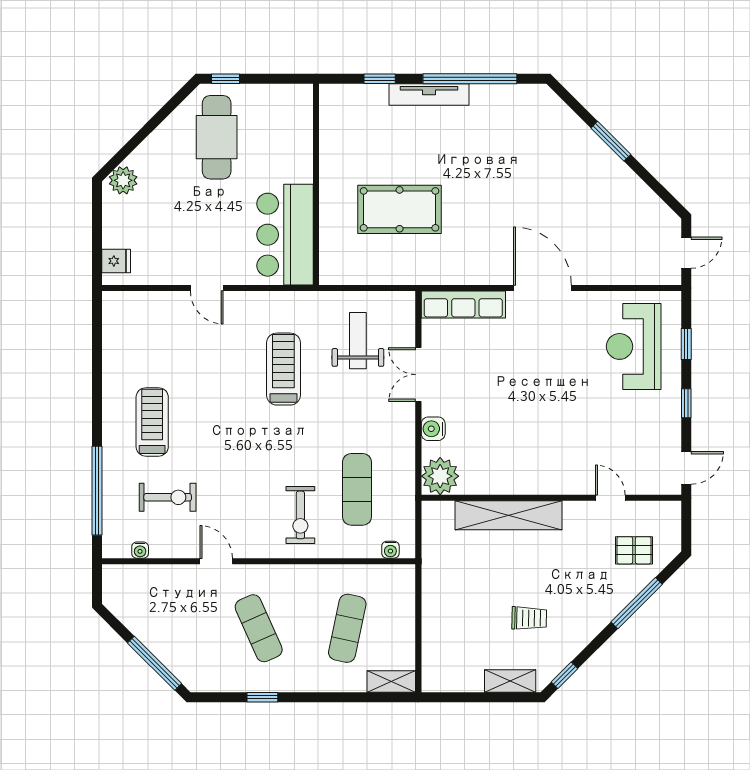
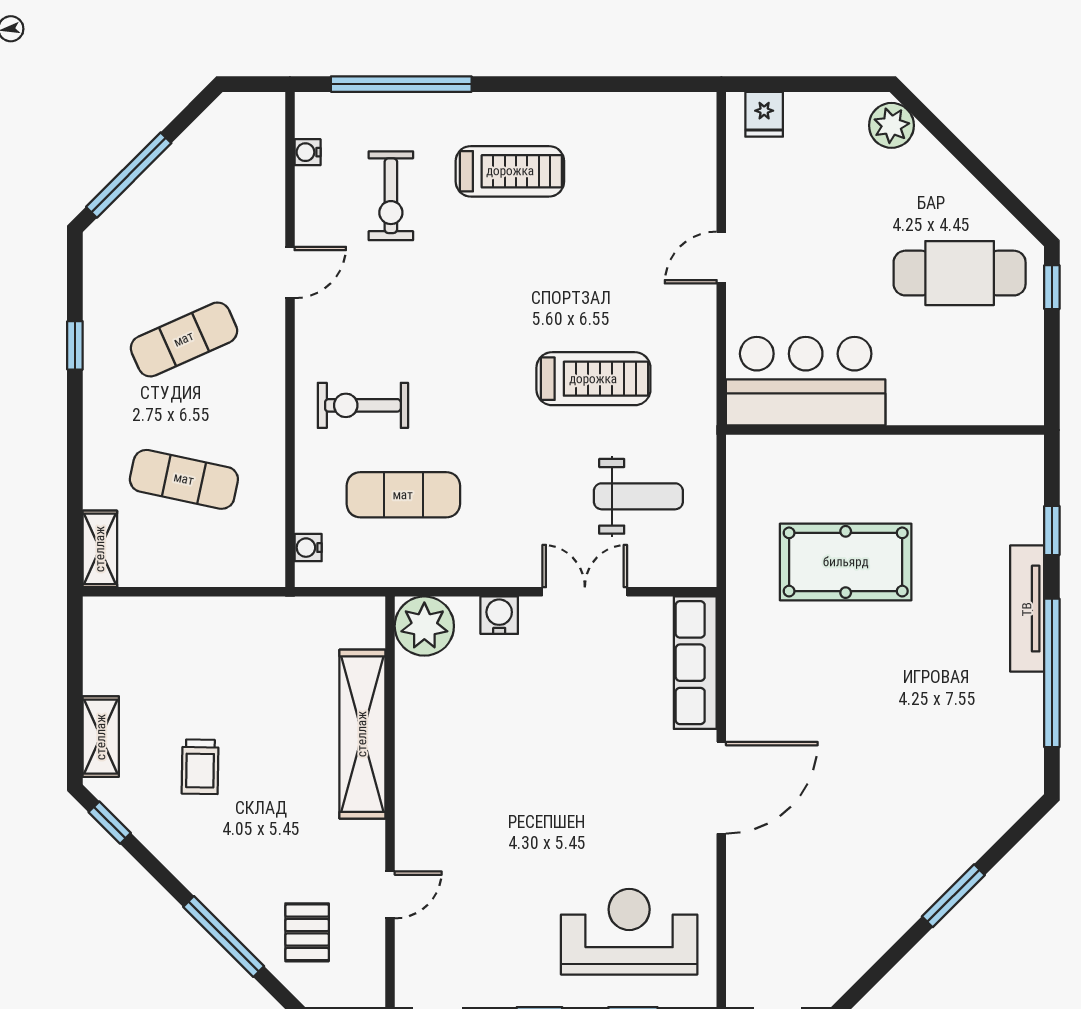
pool table: (400, 209) -> (846, 562), turned 90

